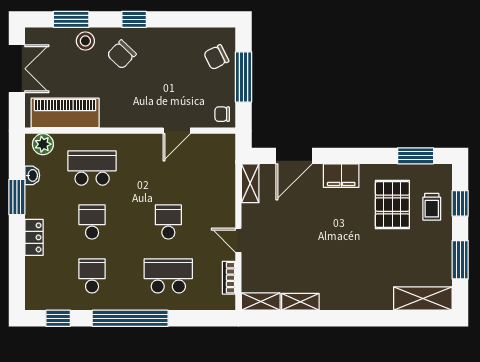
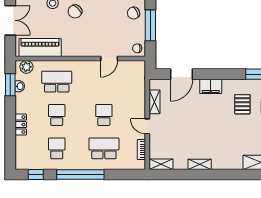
shelving: (250, 183) -> (155, 102), moved
window: (17, 197) -> (10, 85), moved
pallet: (392, 205) -> (242, 104), width x0.67, depth x0.71
shelving: (300, 302) -> (200, 164), moved

